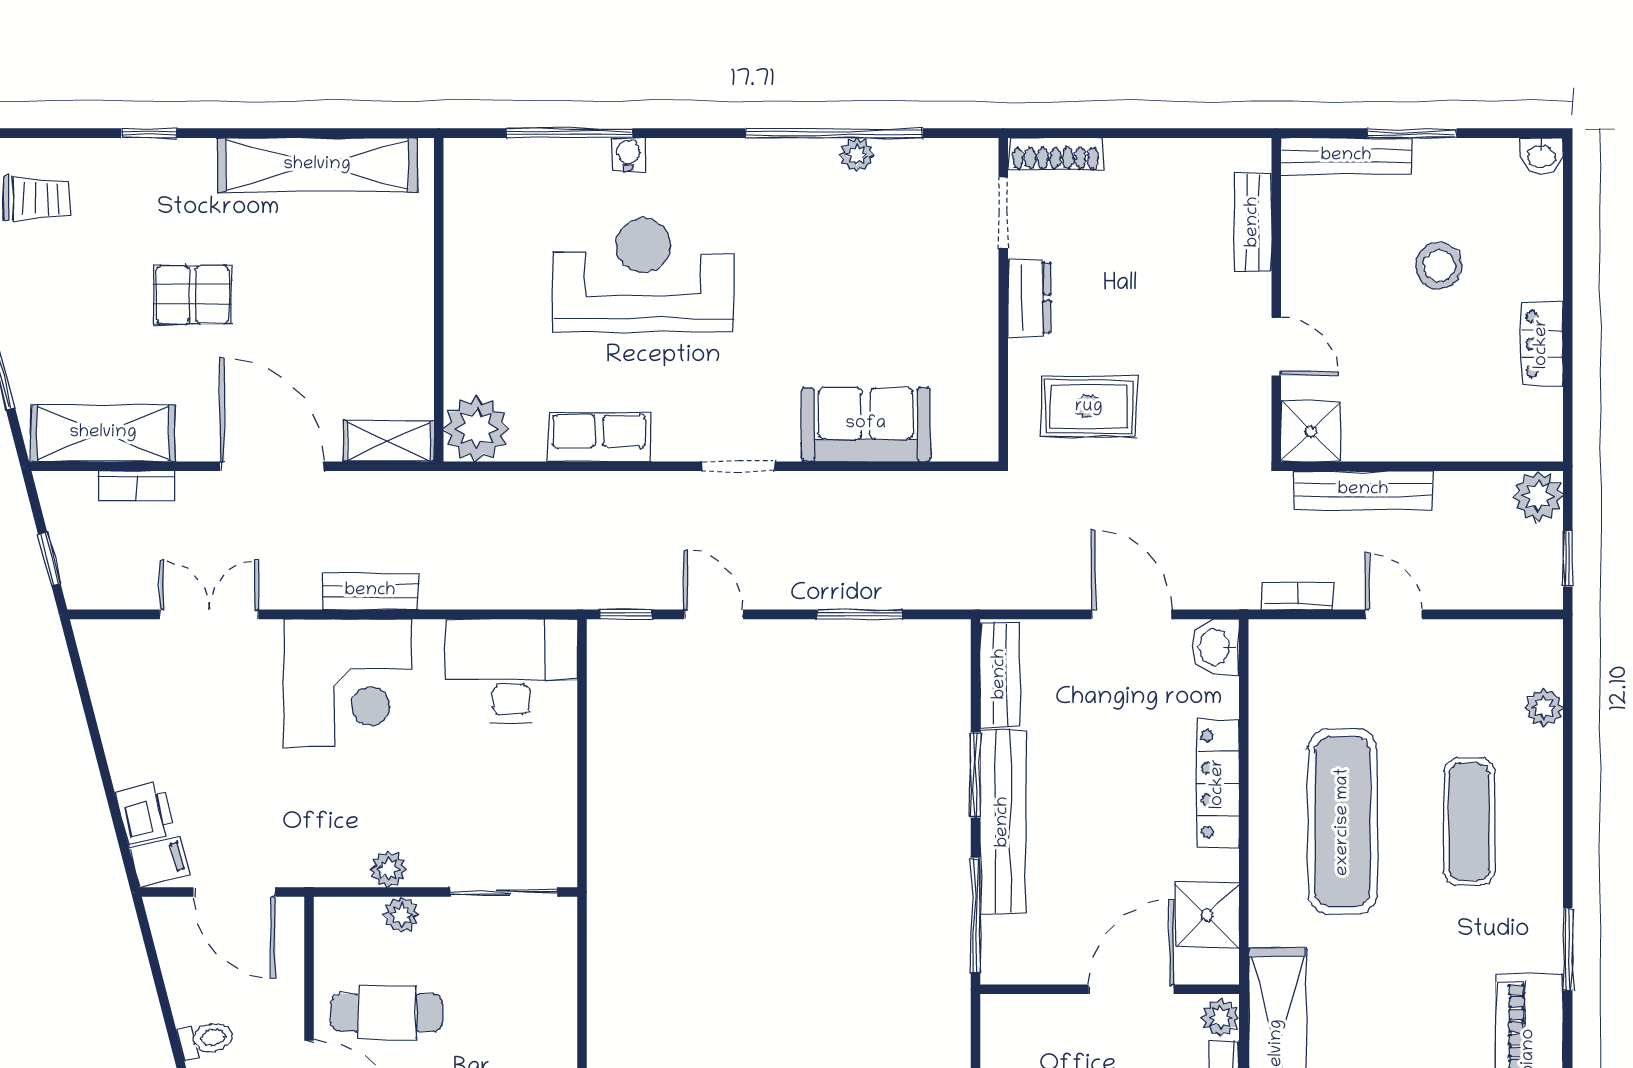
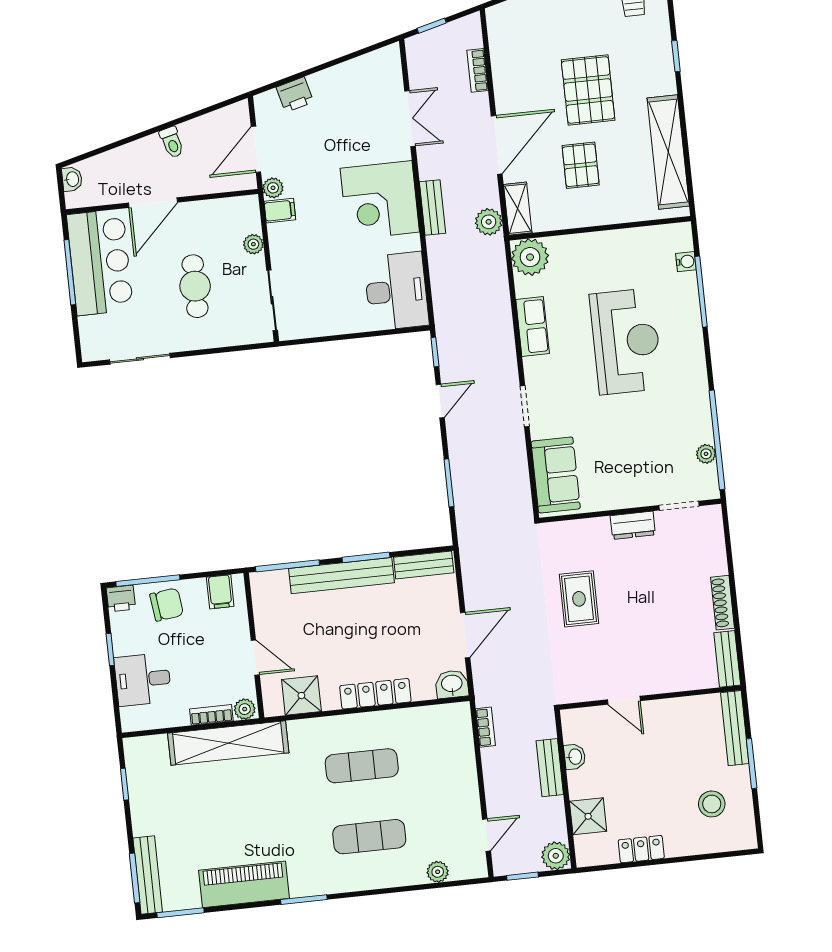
water cooler: (629, 154) -> (686, 262), moved
shoe rack: (1055, 154) -> (723, 603), moved
washbasin: (1541, 155) -> (575, 757), moved, turned 180
doorway: (1003, 213) -> (679, 506), moved
bench: (1253, 222) -> (727, 659), moved, turned 90
stool: (1439, 266) -> (712, 804), moved
pallet: (192, 295) -> (588, 90), width x1.50, depth x1.42
dresser: (1029, 298) -> (633, 525), moved
wall: (1003, 300) -> (630, 511), moved
pallet: (324, 322) -> (581, 165), added
door: (1276, 347) -> (624, 700), hinge flipped
shower: (1311, 432) -> (588, 816), moved
shelving: (103, 433) -> (505, 48), removed
bench: (1363, 490) -> (550, 768), width x0.73
plant: (406, 495) -> (489, 222), added
door: (1394, 614) -> (487, 835), moved
exercise mat: (1343, 822) -> (362, 766), width x0.73, depth x0.69
filing cabinet: (159, 861) -> (280, 211), moved, turned -75
plant: (389, 869) -> (273, 188), moved
door: (1131, 989) -> (255, 657), width x0.73
cafe table: (387, 1013) -> (195, 286), moved
filing cabinet: (1009, 1039) -> (220, 592), added

